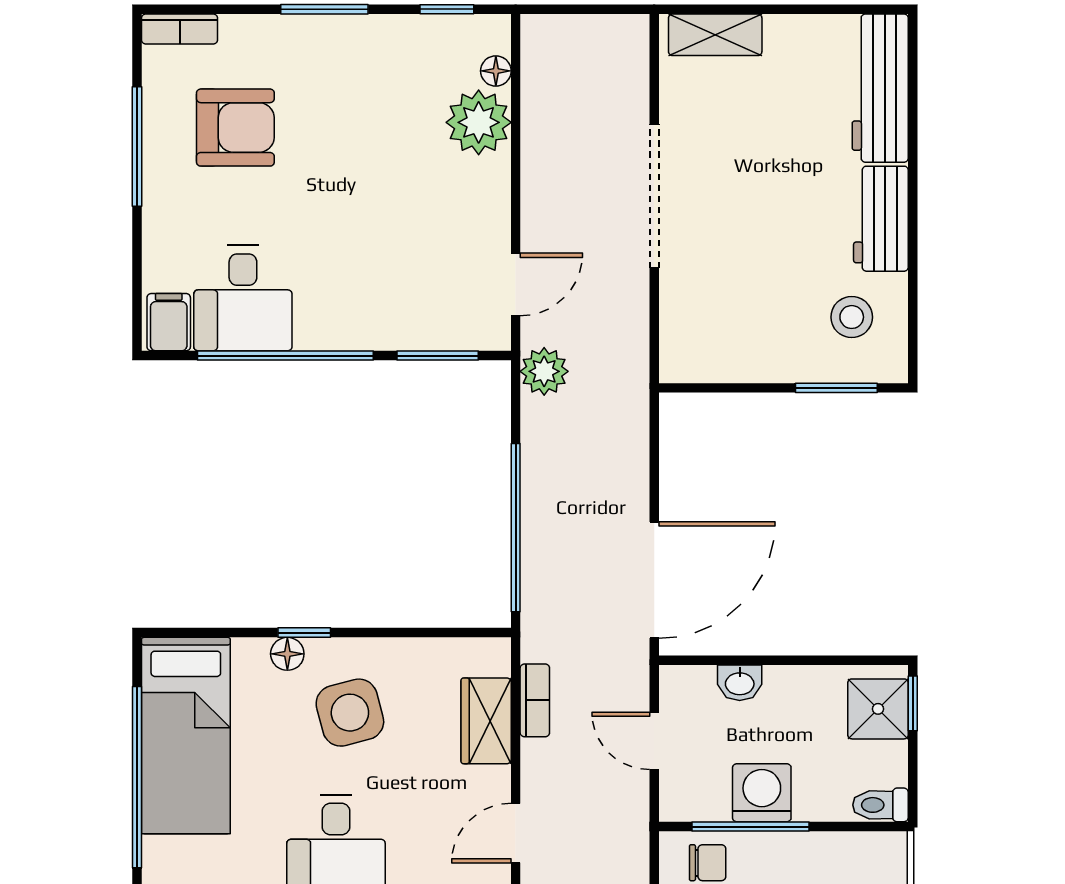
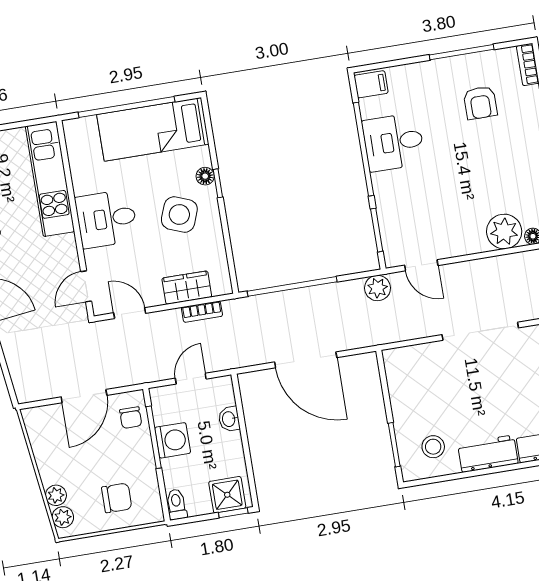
armchair: (235, 128) -> (480, 103), width x0.72, depth x0.72
desk: (243, 298) -> (394, 142), moved
door: (654, 580) -> (306, 360), moved
side table: (350, 713) -> (179, 215), turned 36

